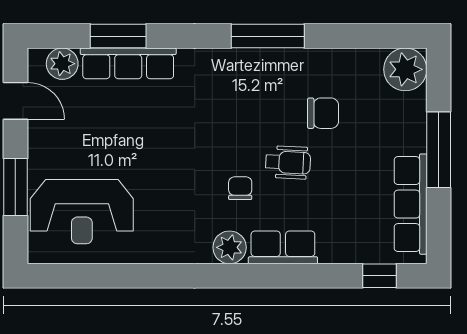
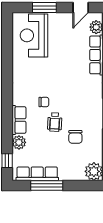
window: (439, 150) -> (47, 185), moved
plant: (230, 247) -> (19, 142), moved

